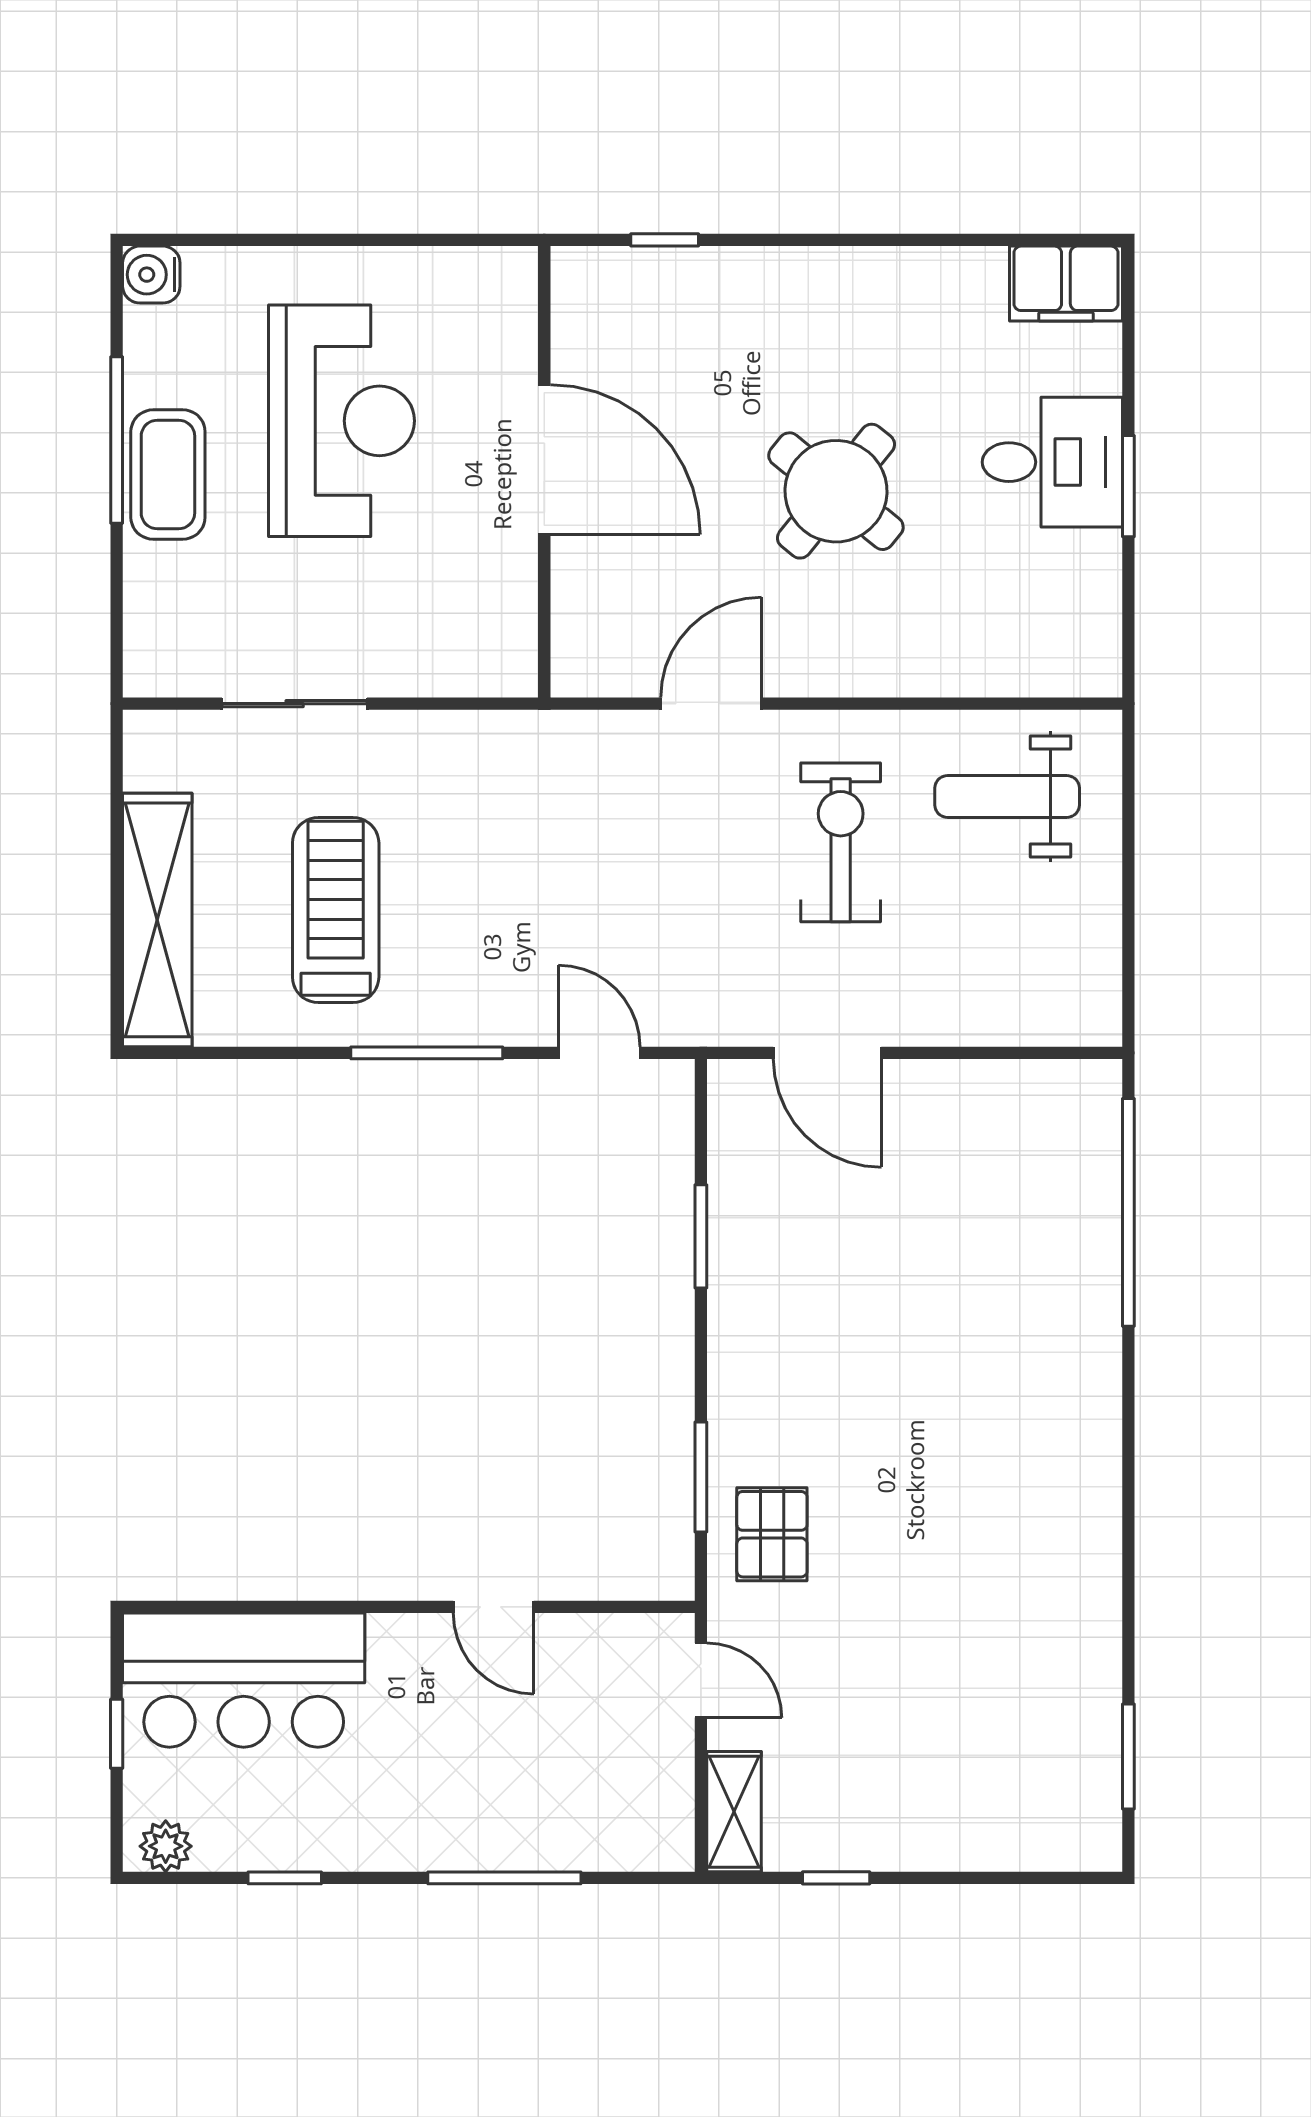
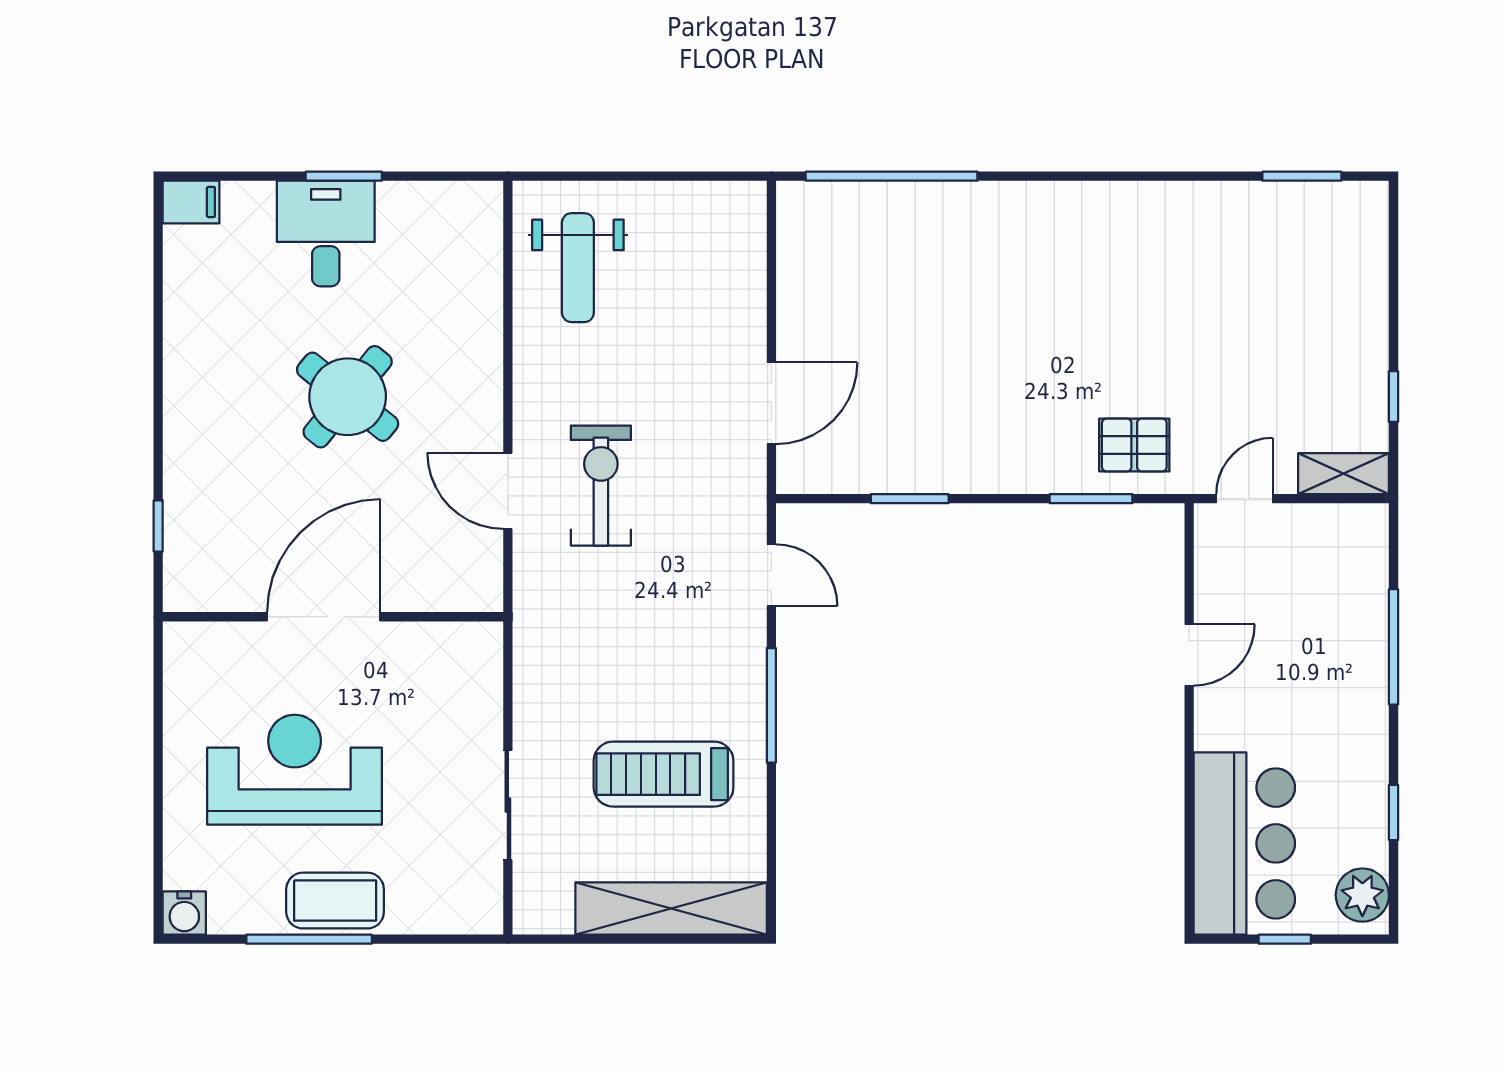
filing cabinet: (1066, 284) -> (191, 202), width x0.50
exercise bike: (841, 842) -> (601, 486), moved, turned 90
door: (599, 1053) -> (771, 575), swing flipped
plant: (166, 1846) -> (1362, 895), width x1.38, depth x1.38

